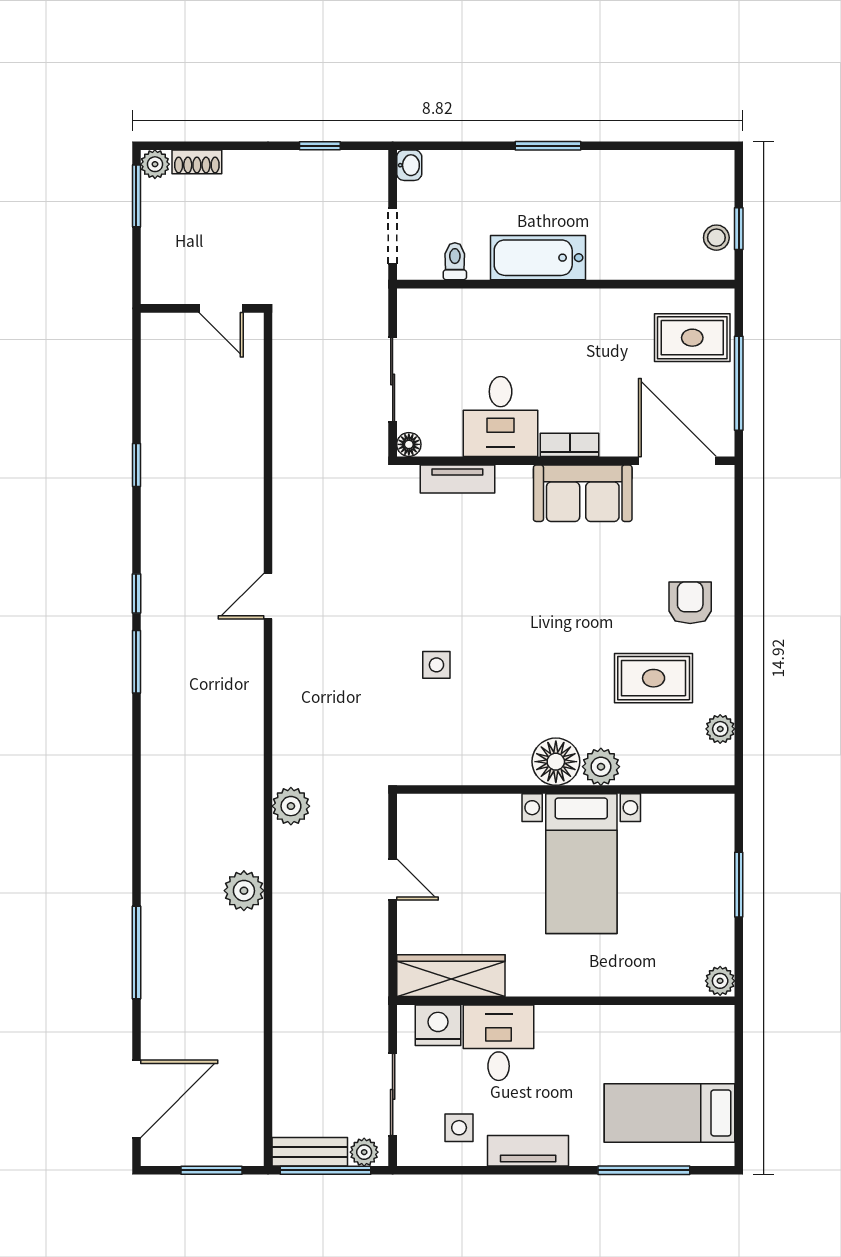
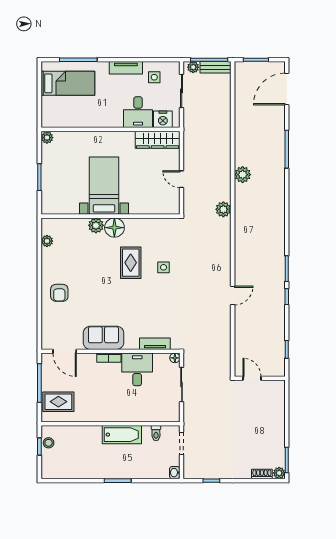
wall: (202, 308) -> (260, 378), moved
door: (221, 308) -> (252, 378), moved
door: (677, 461) -> (65, 351), width x0.73
rug: (654, 678) -> (131, 263), moved, turned 90

